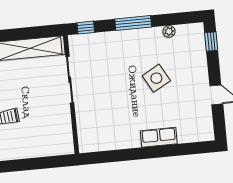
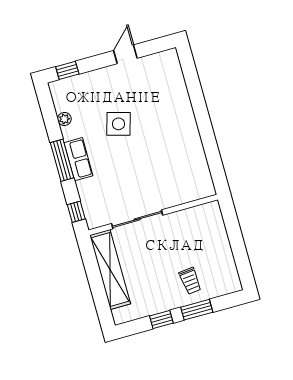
side table: (156, 78) -> (118, 124), turned 45
row of seats: (159, 137) -> (78, 159), moved, turned 180

